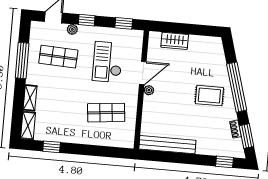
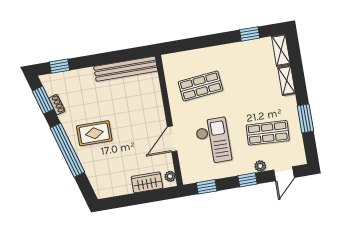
window: (22, 60) -> (305, 119), width x0.69
plant: (149, 90) -> (170, 176), moved

